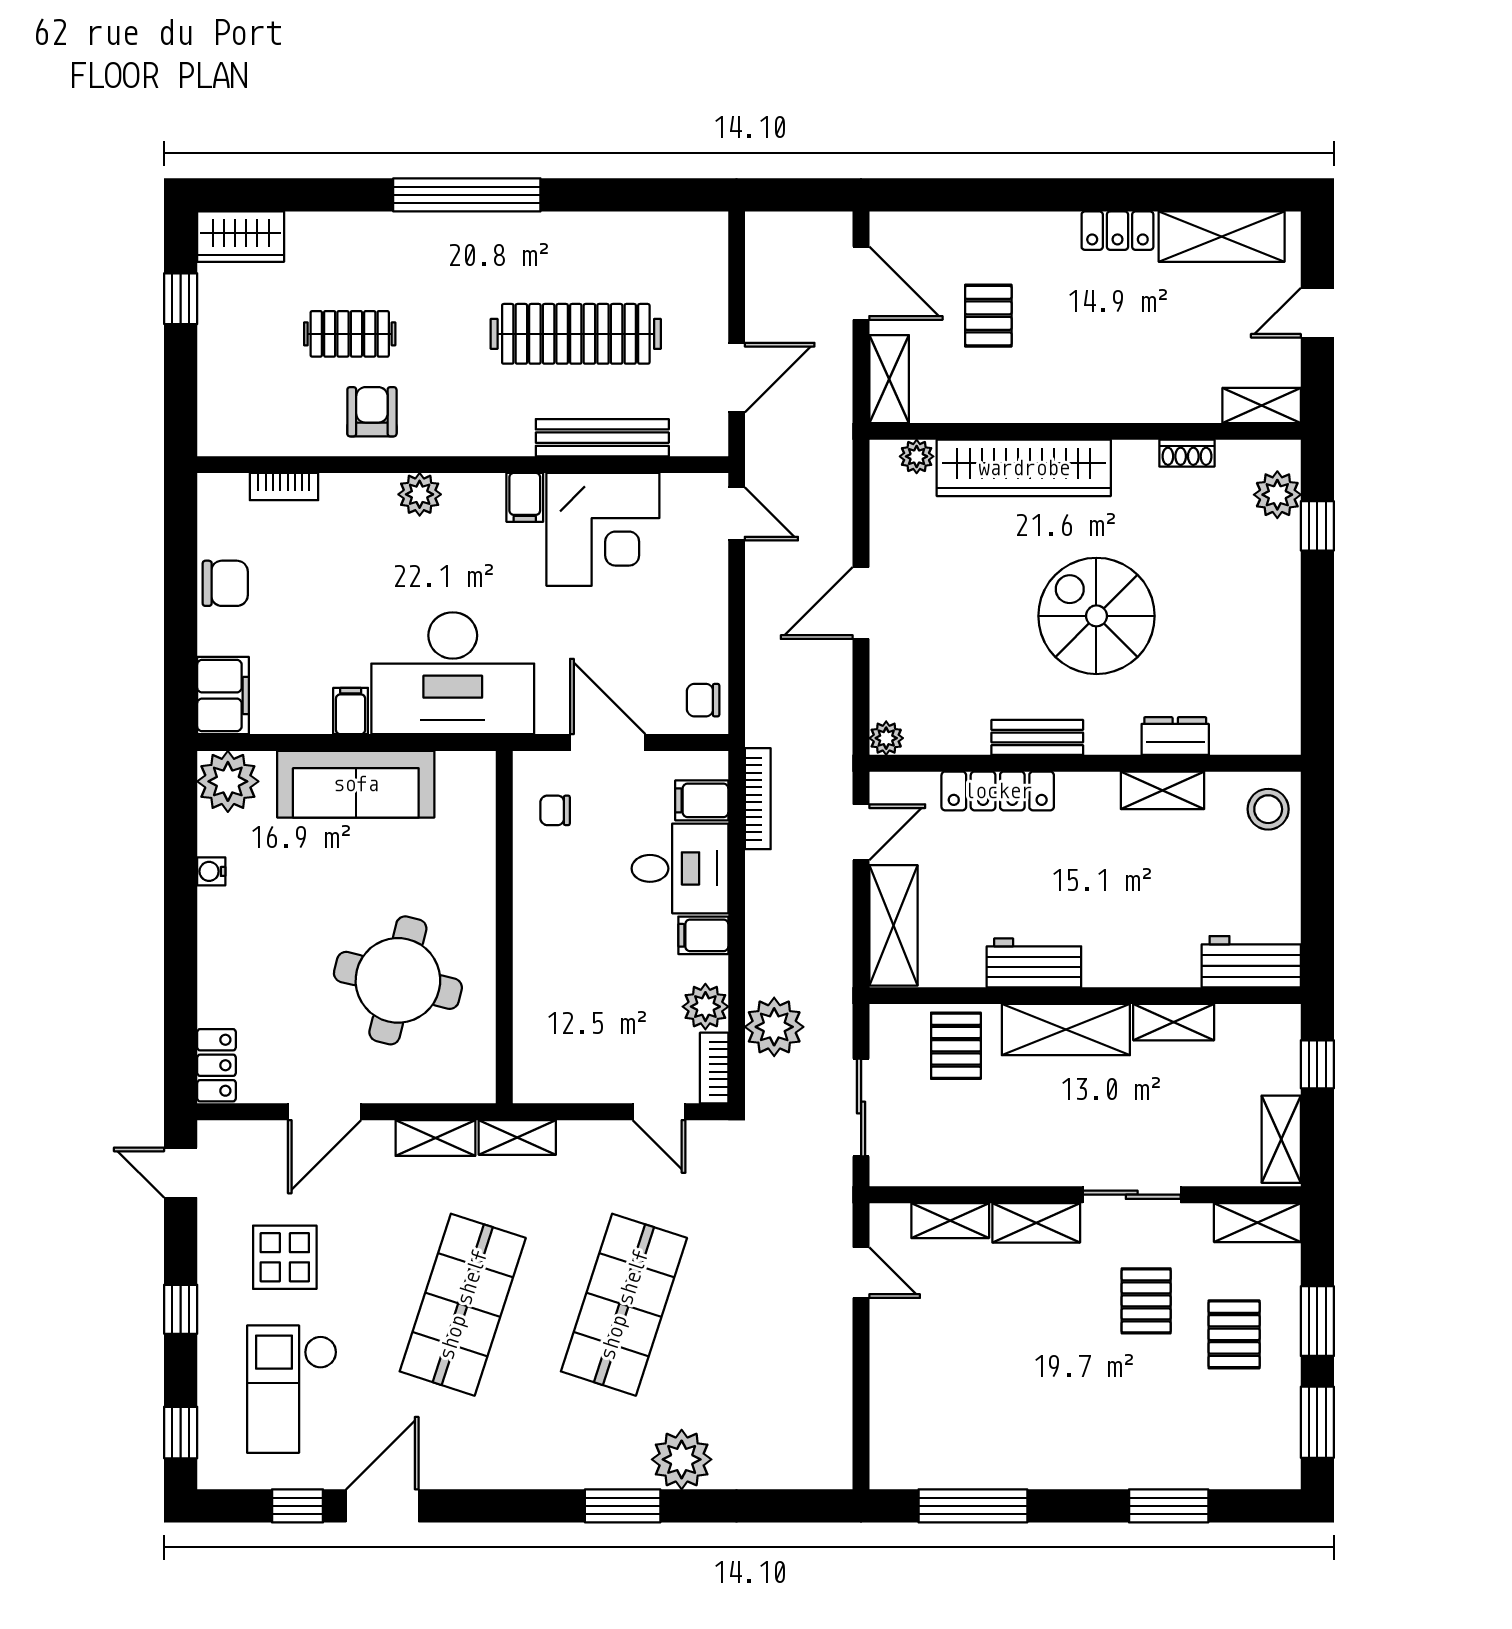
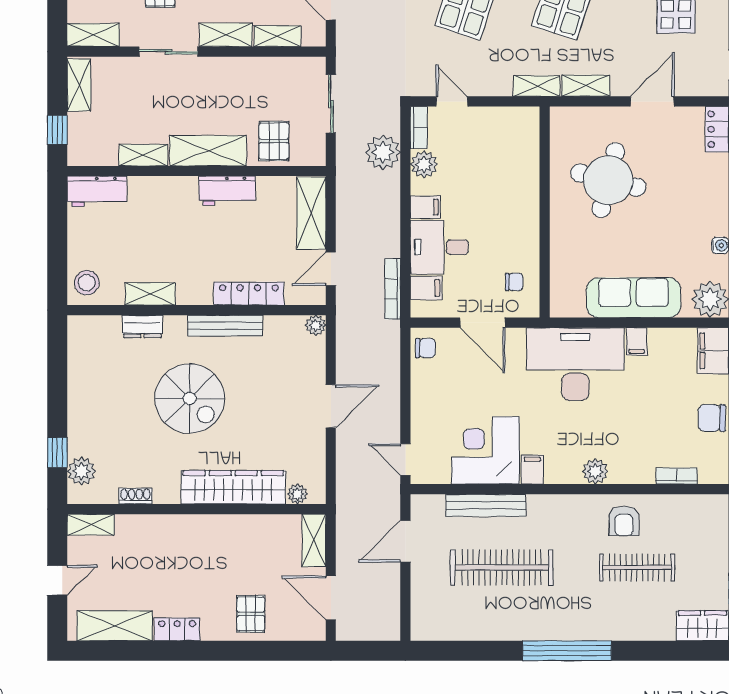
pallet: (988, 316) -> (251, 614), moved
clothes rail: (350, 334) -> (637, 568), width x1.36
bench: (1037, 737) -> (225, 326), width x1.36

